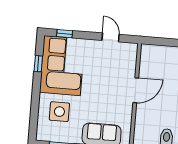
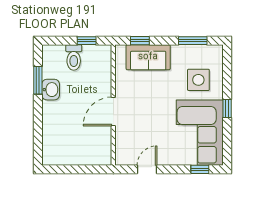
door: (111, 37) -> (147, 169), swing flipped
window: (38, 64) -> (227, 108), moved

